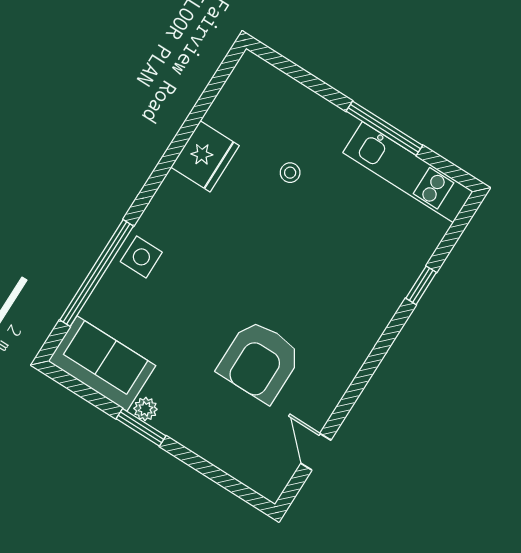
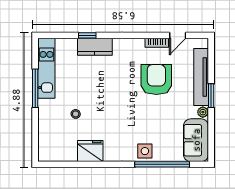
kitchen counter: (391, 286) -> (95, 47), added
armchair: (260, 361) -> (156, 80), turned -90
bookcase: (327, 405) -> (157, 43), added
window: (141, 427) -> (211, 96), moved
tv unit: (212, 446) -> (201, 77), added

